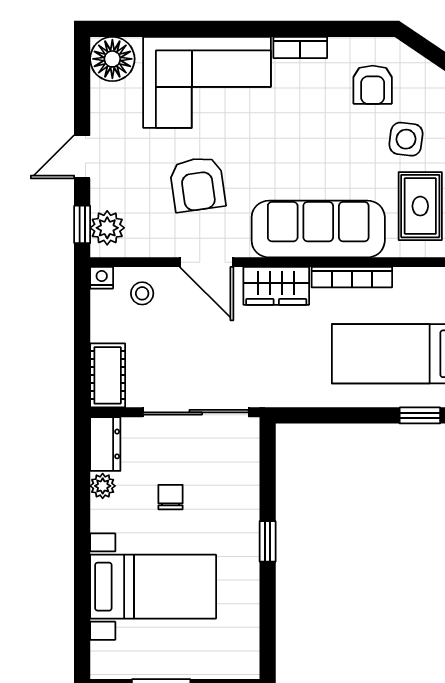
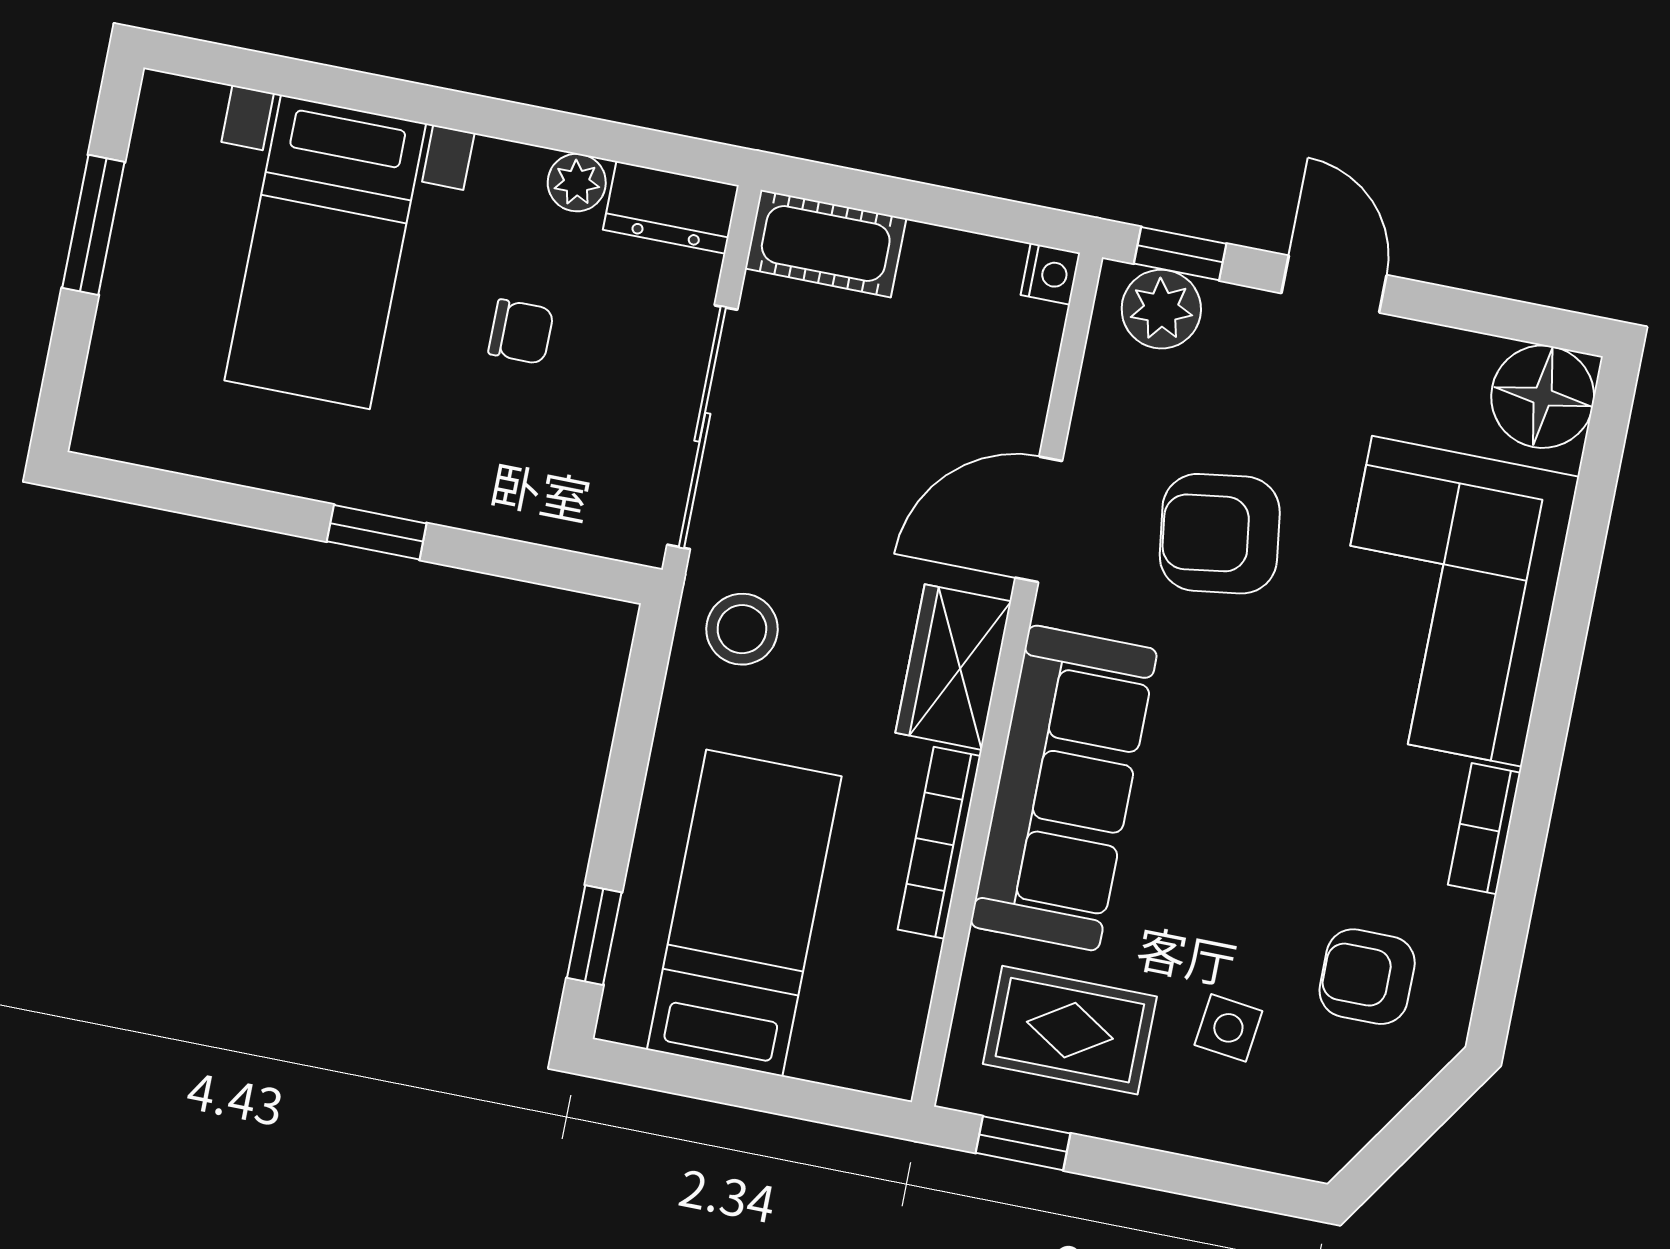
side table: (406, 139) -> (1228, 1028), width x0.73, depth x0.73
stool: (142, 293) -> (742, 629), moved, width x1.37, depth x1.37

